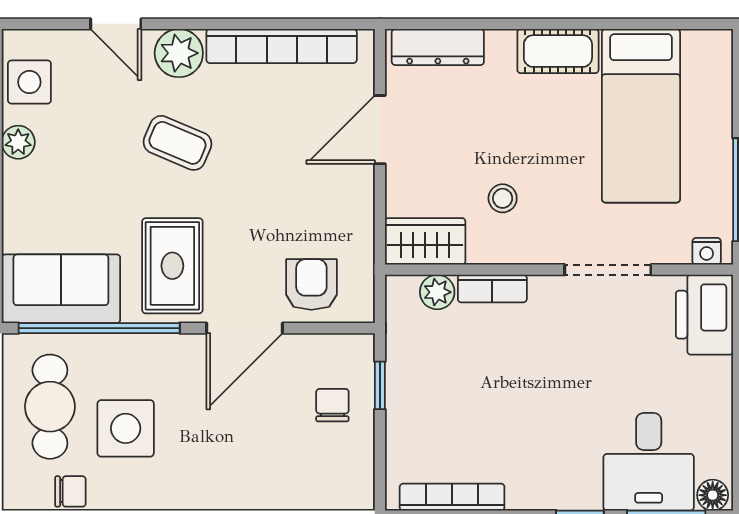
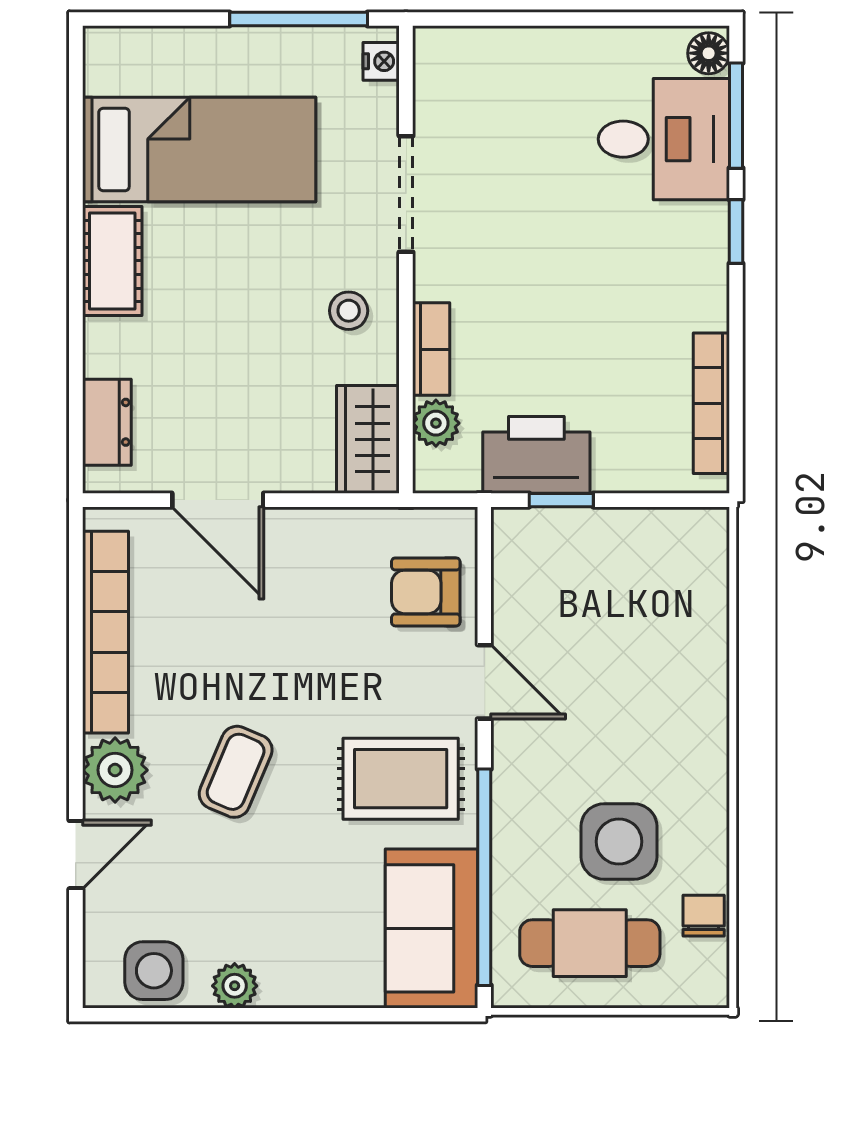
dresser: (438, 47) -> (107, 422), width x0.70
stool: (503, 198) -> (349, 311), moved
printer: (704, 315) -> (536, 455), moved, turned 180
door: (245, 328) -> (484, 682), width x0.73
chair: (332, 405) -> (588, 564), removed

